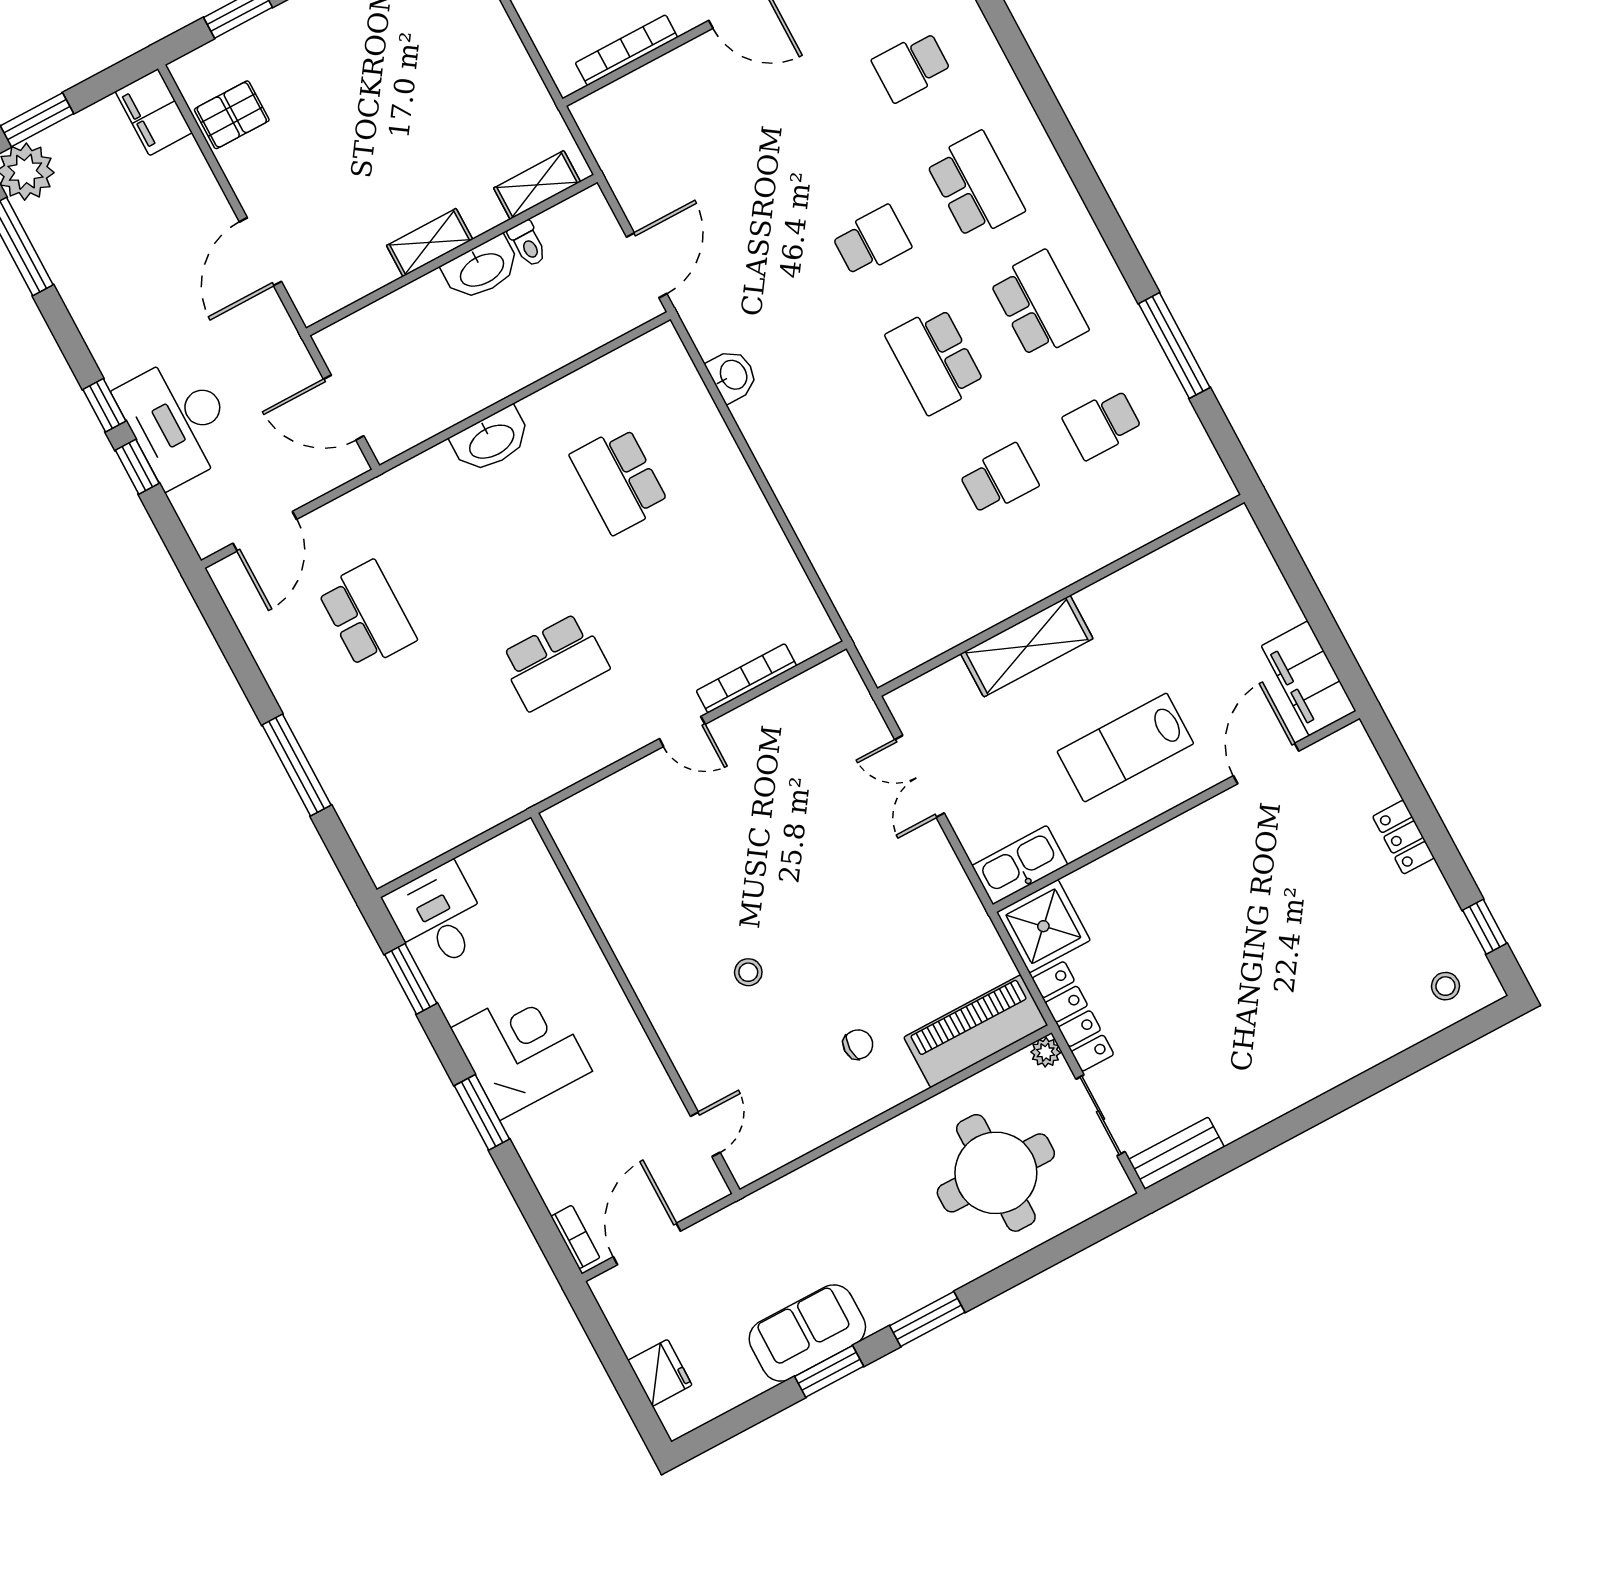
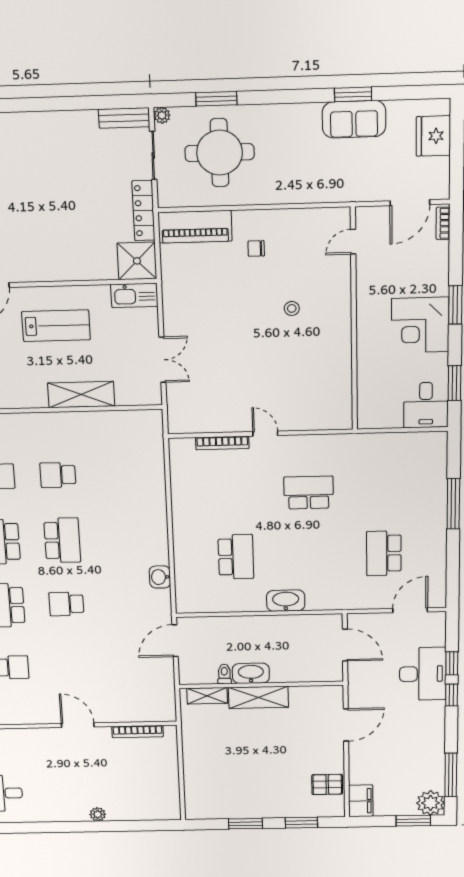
shelving: (430, 242) -> (258, 697), width x1.50, depth x1.33
plant: (1046, 1052) -> (162, 115), moved
window: (927, 1319) -> (216, 99), moved
fridge: (660, 1373) -> (433, 136), width x1.36, depth x1.34

